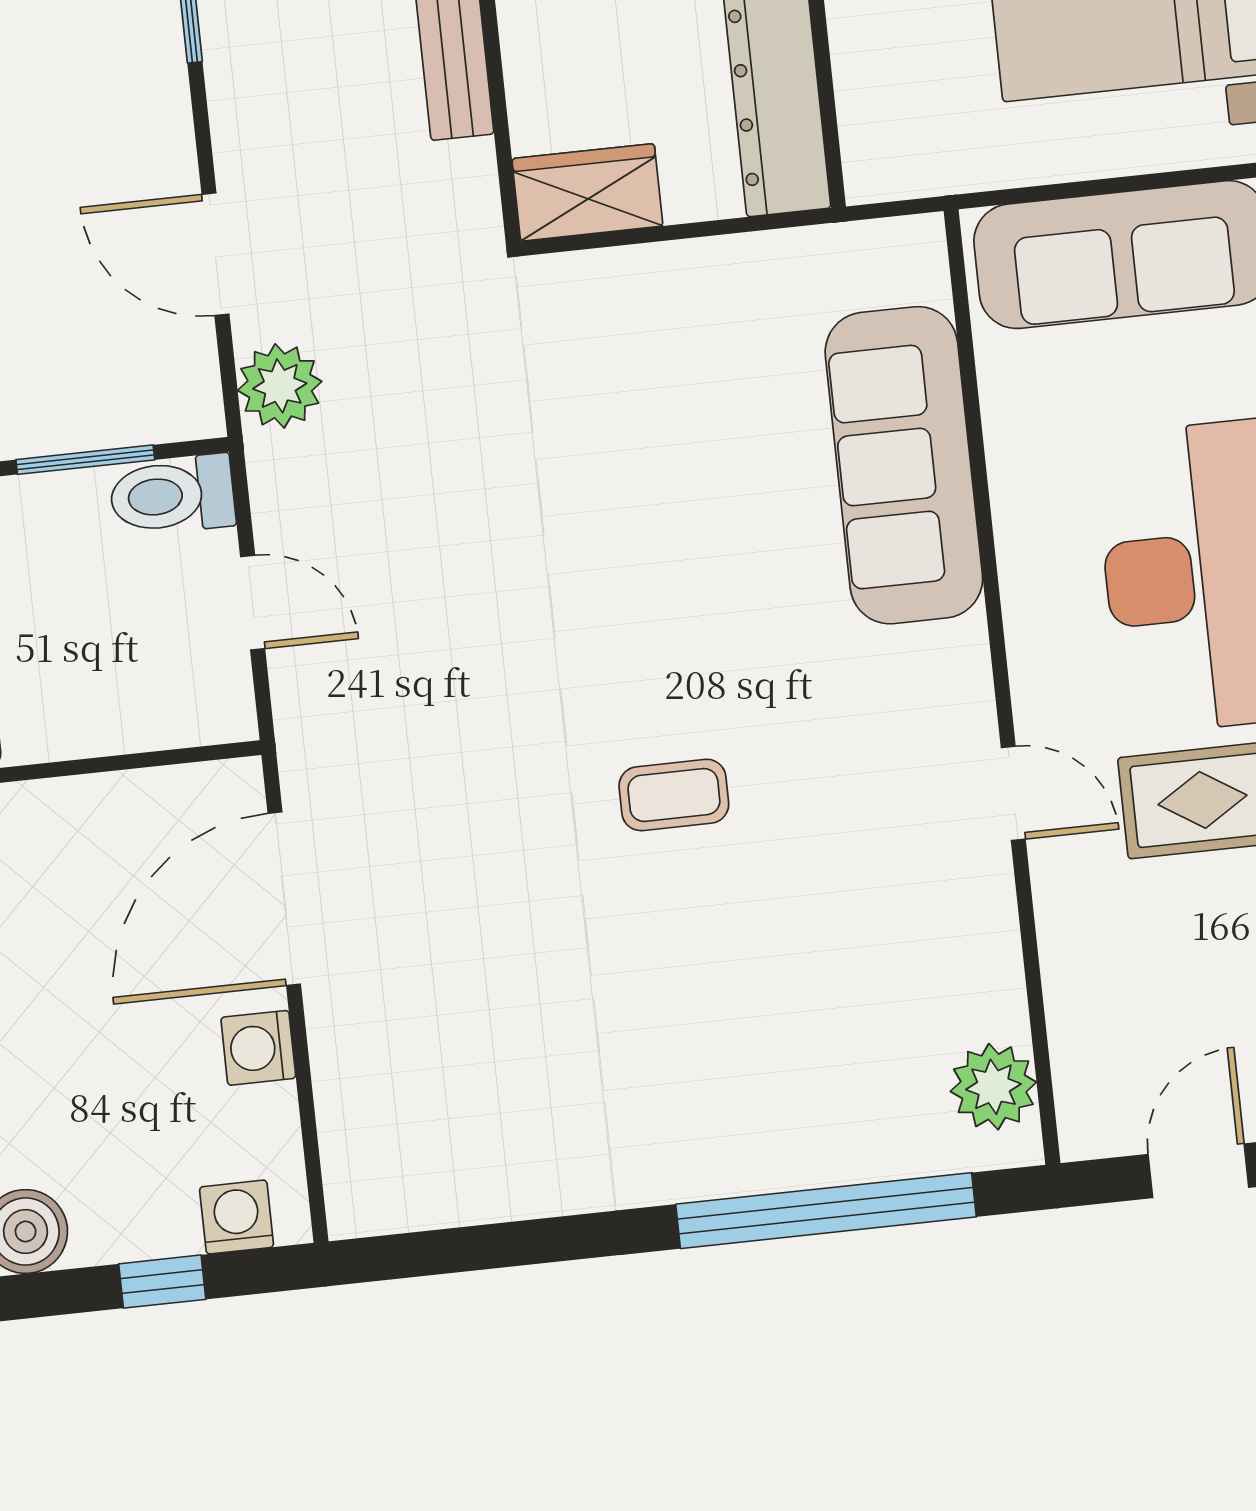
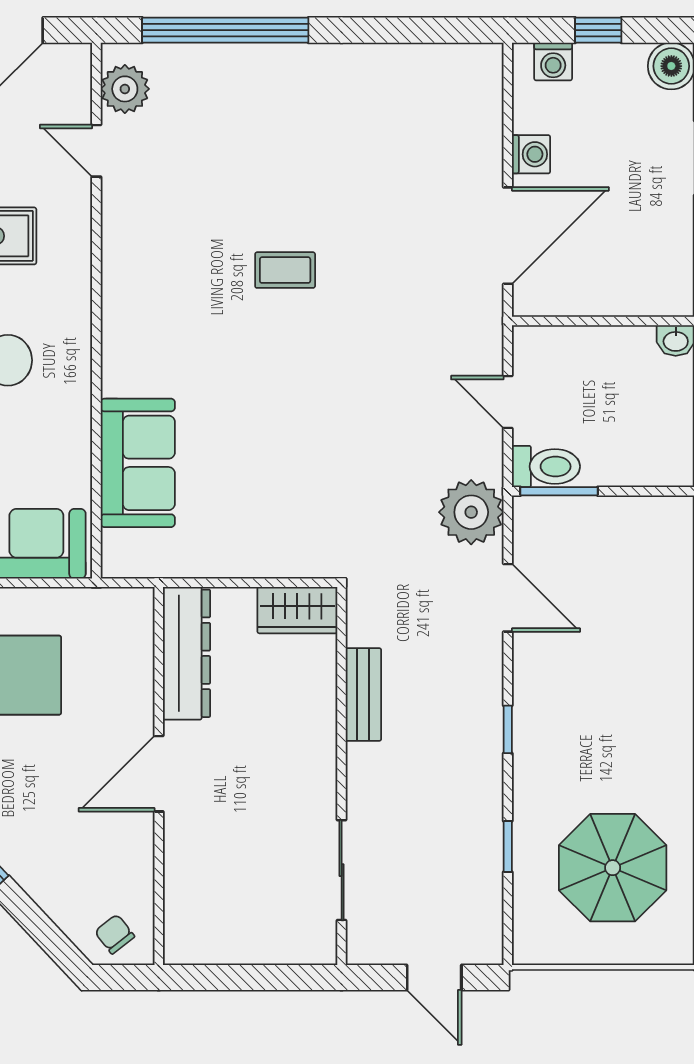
plant: (280, 386) -> (471, 512), width x1.36, depth x1.36
window: (85, 460) -> (559, 491), moved
sofa: (904, 465) -> (138, 463), width x0.73
door: (1013, 793) -> (96, 151), moved

